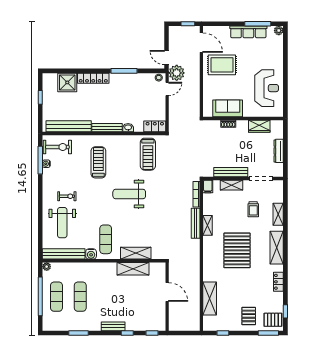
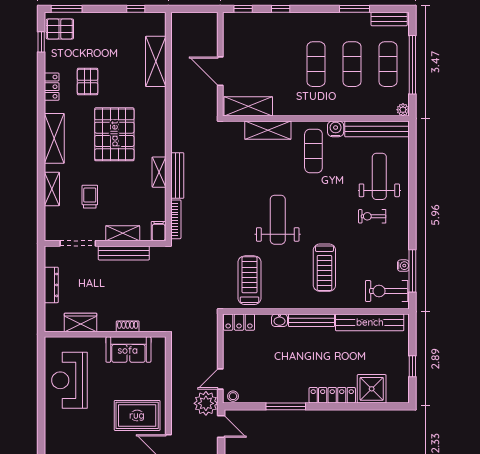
weight bench: (129, 194) -> (278, 220), turned -90
shelving: (133, 269) -> (248, 106), moved
exercise mat: (104, 297) -> (316, 64), added
pallet: (249, 316) -> (88, 82), moved
bench: (113, 326) -> (389, 19), moved

